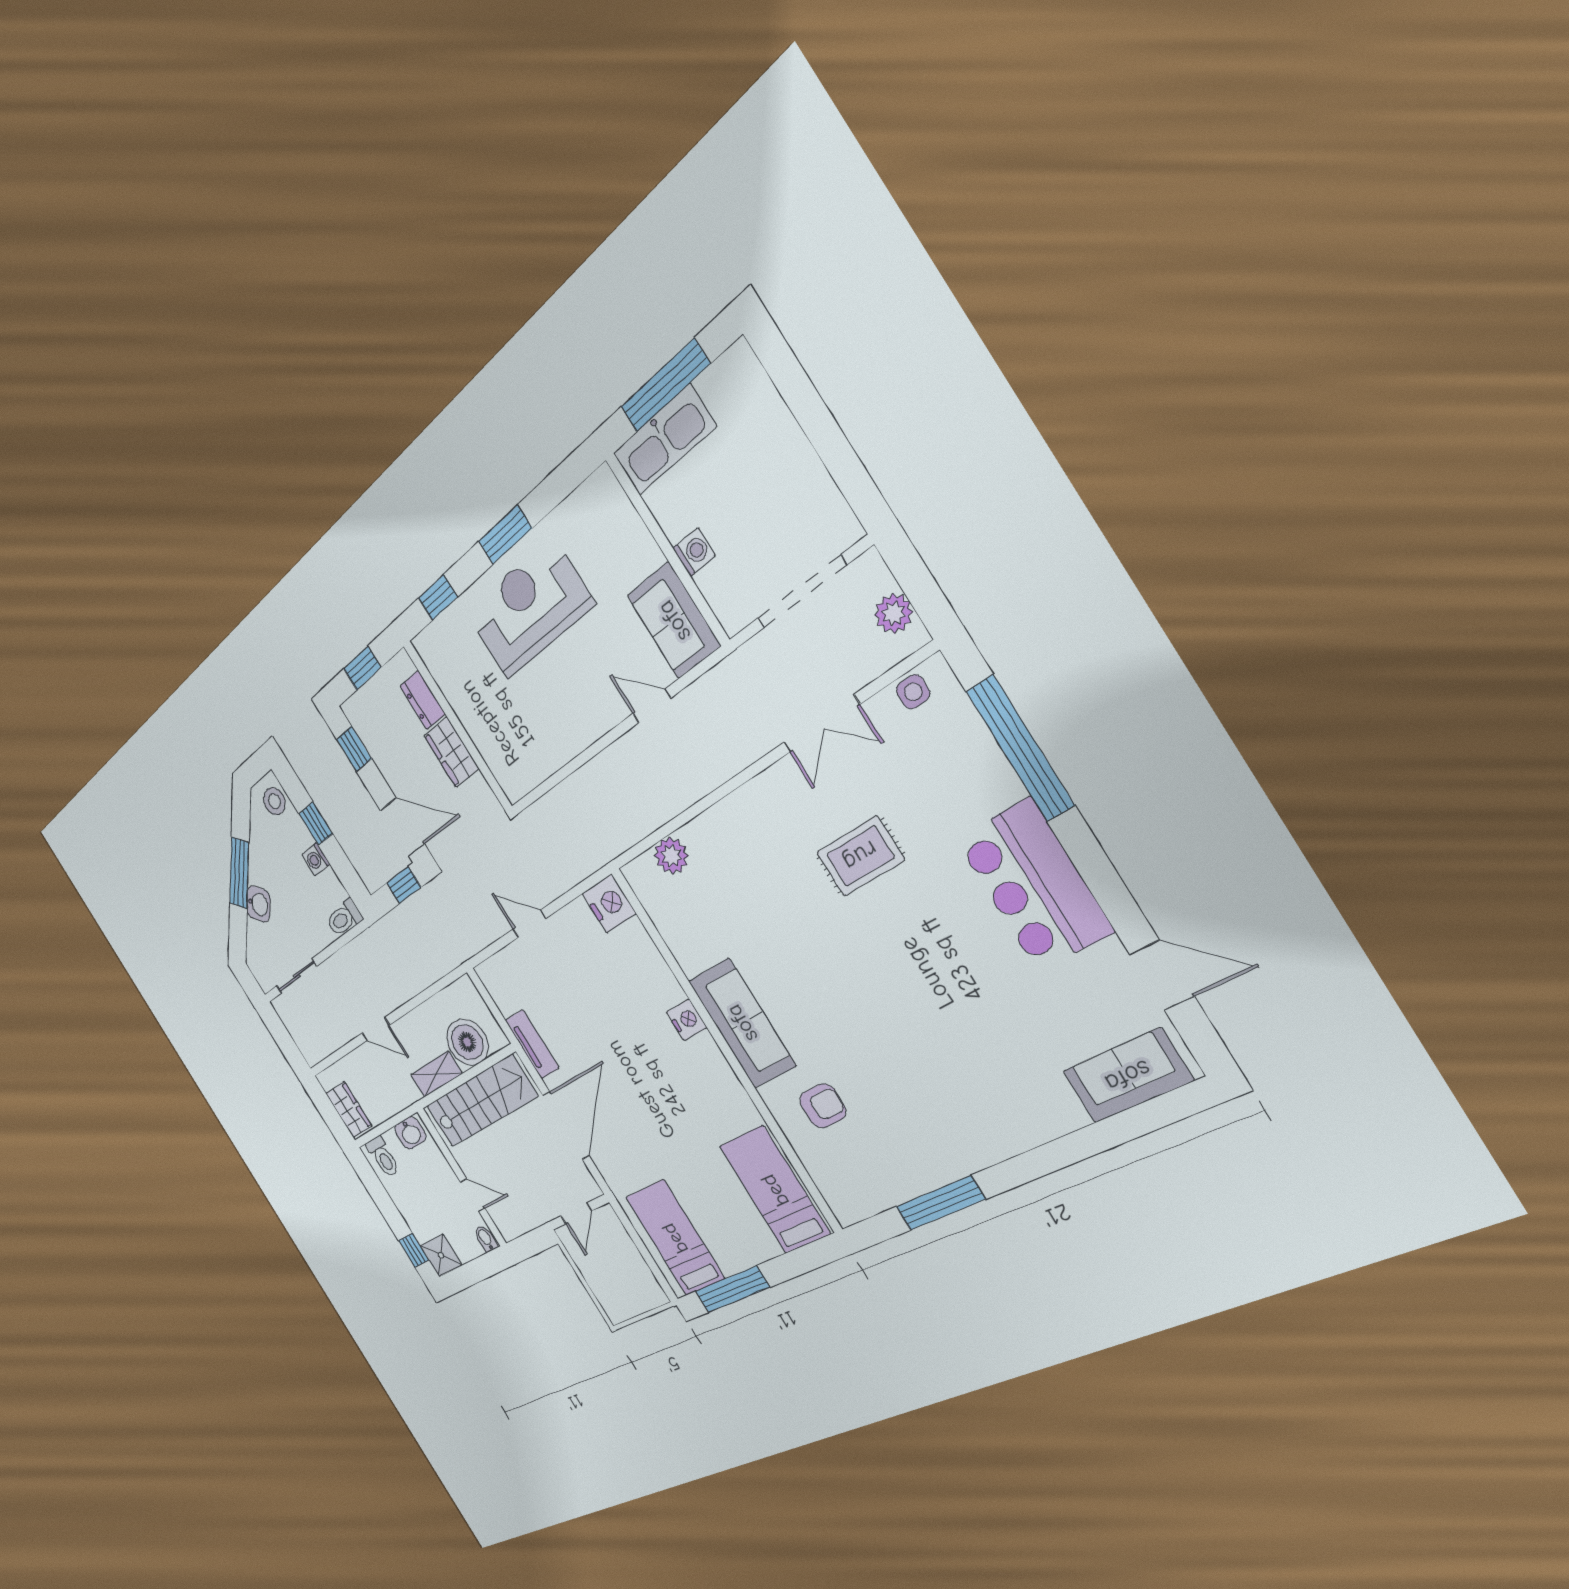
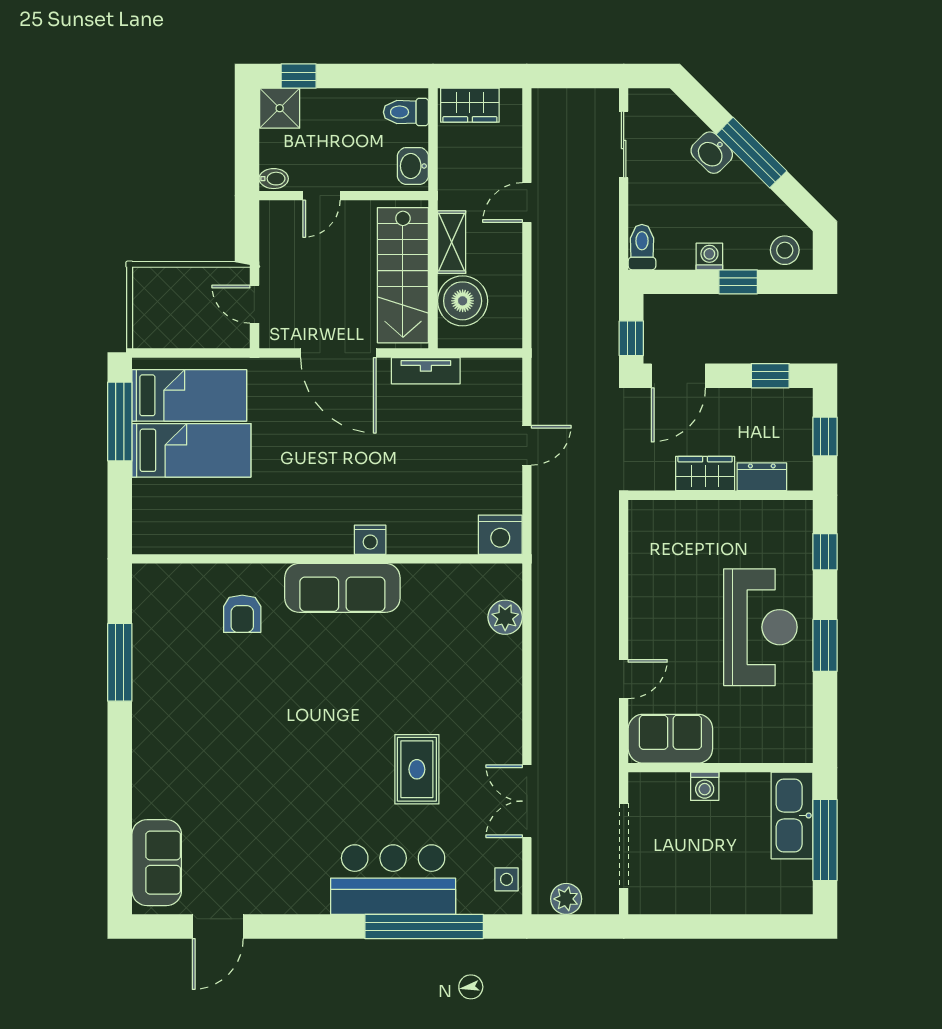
bar counter: (1034, 885) -> (393, 880), moved
bed: (775, 1190) -> (191, 450), moved

